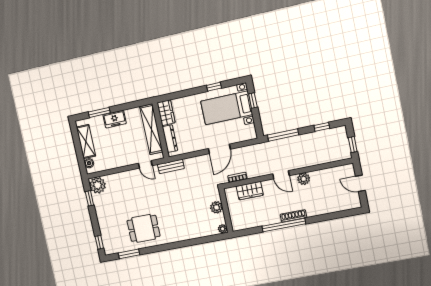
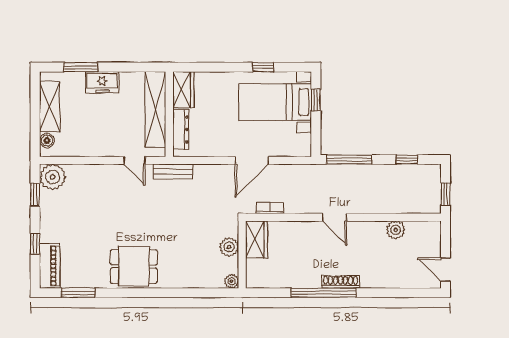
plant: (304, 179) -> (396, 230), moved
door: (360, 183) -> (446, 270), moved
wardrobe: (250, 191) -> (257, 240), moved, turned -90
dining table: (144, 228) -> (134, 266), moved
piano: (108, 241) -> (50, 266), added
window: (99, 242) -> (35, 244), moved

